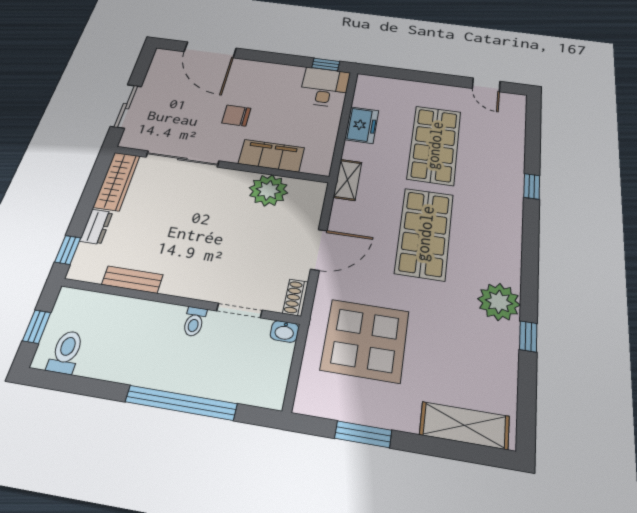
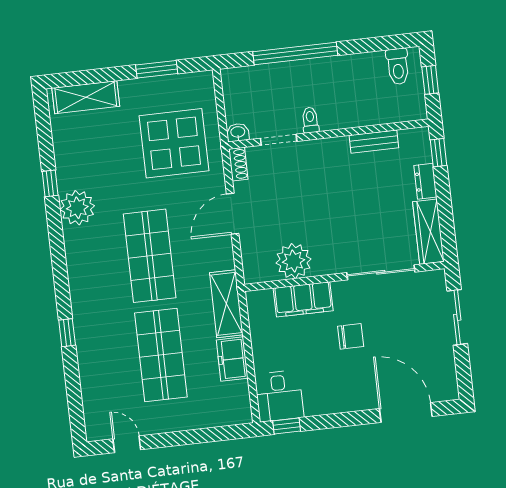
shelving: (348, 180) -> (226, 304), width x1.50, depth x1.33

